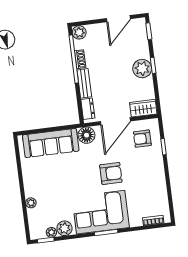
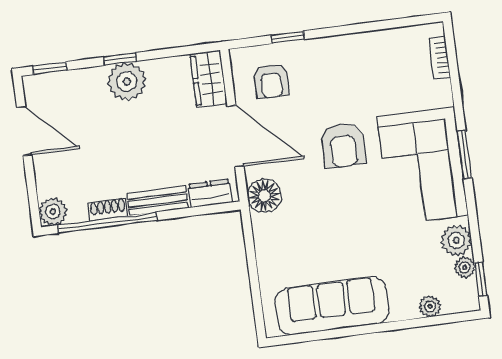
sofa: (51, 143) -> (332, 306), moved, turned -90
armchair: (111, 173) -> (343, 145), turned 180
plant: (31, 203) -> (430, 306), moved

